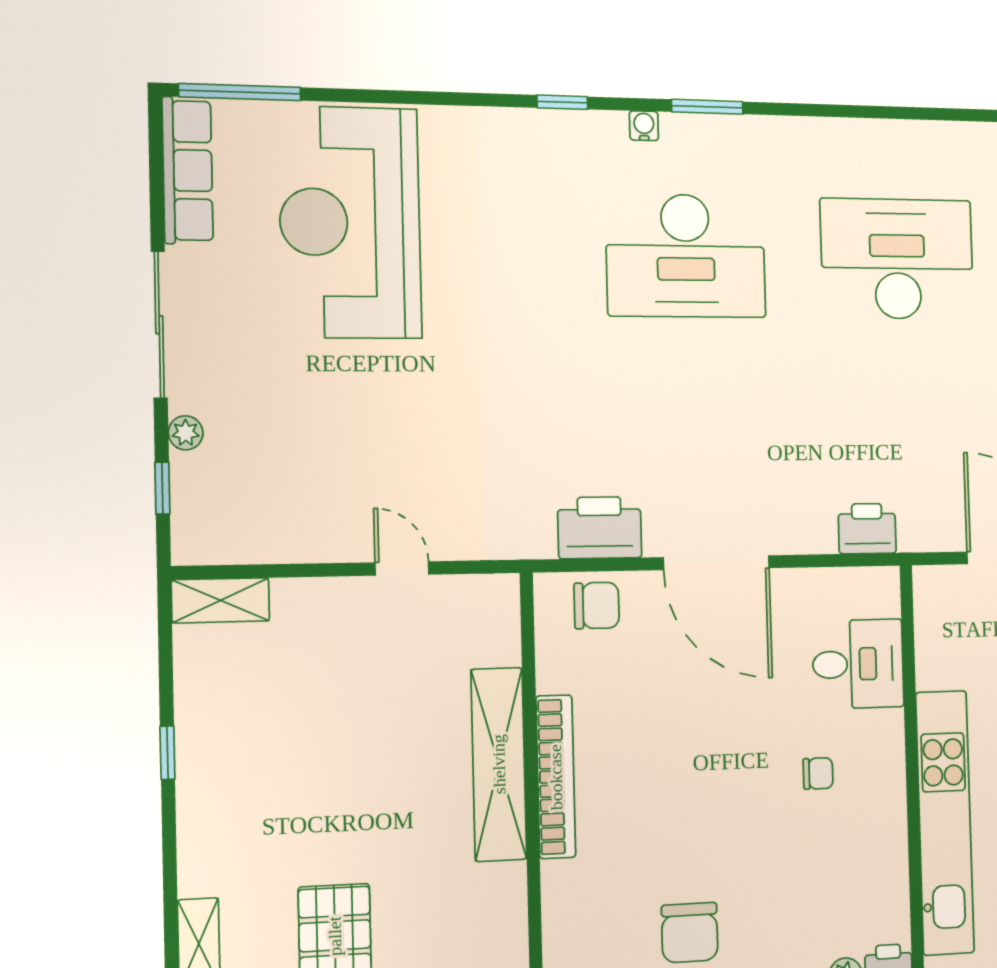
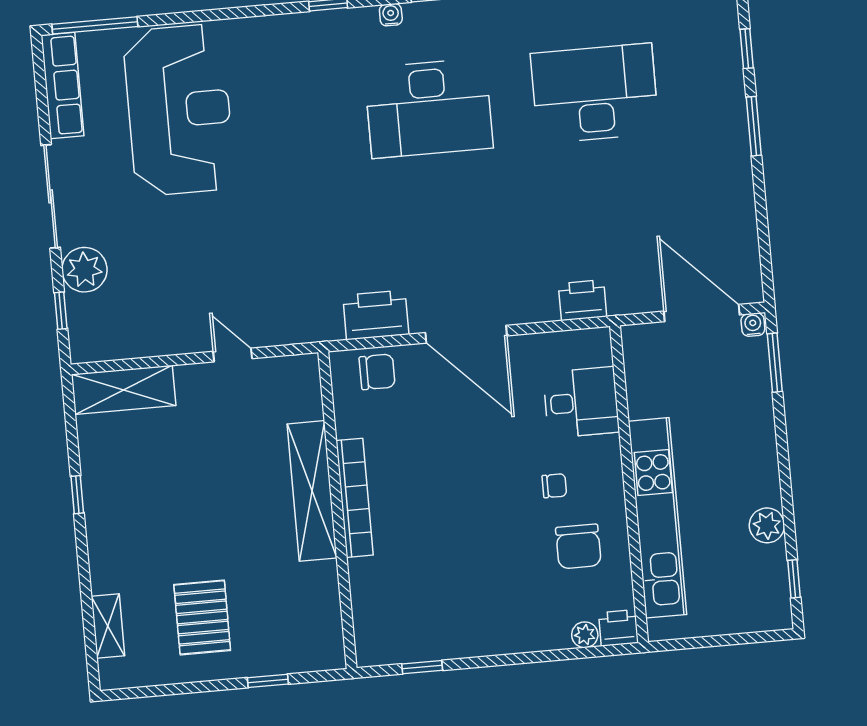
reception desk: (350, 222) -> (179, 110), turned 180
plant: (186, 433) -> (84, 270), width x1.87, depth x1.87
shelving: (221, 600) -> (124, 390), width x1.50, depth x1.33
chair: (690, 933) -> (578, 546), moved

